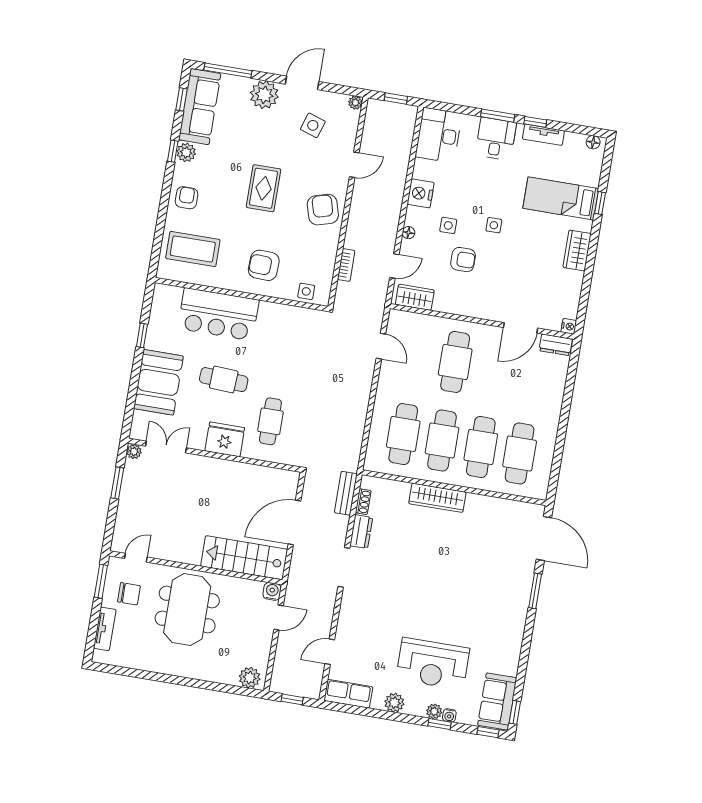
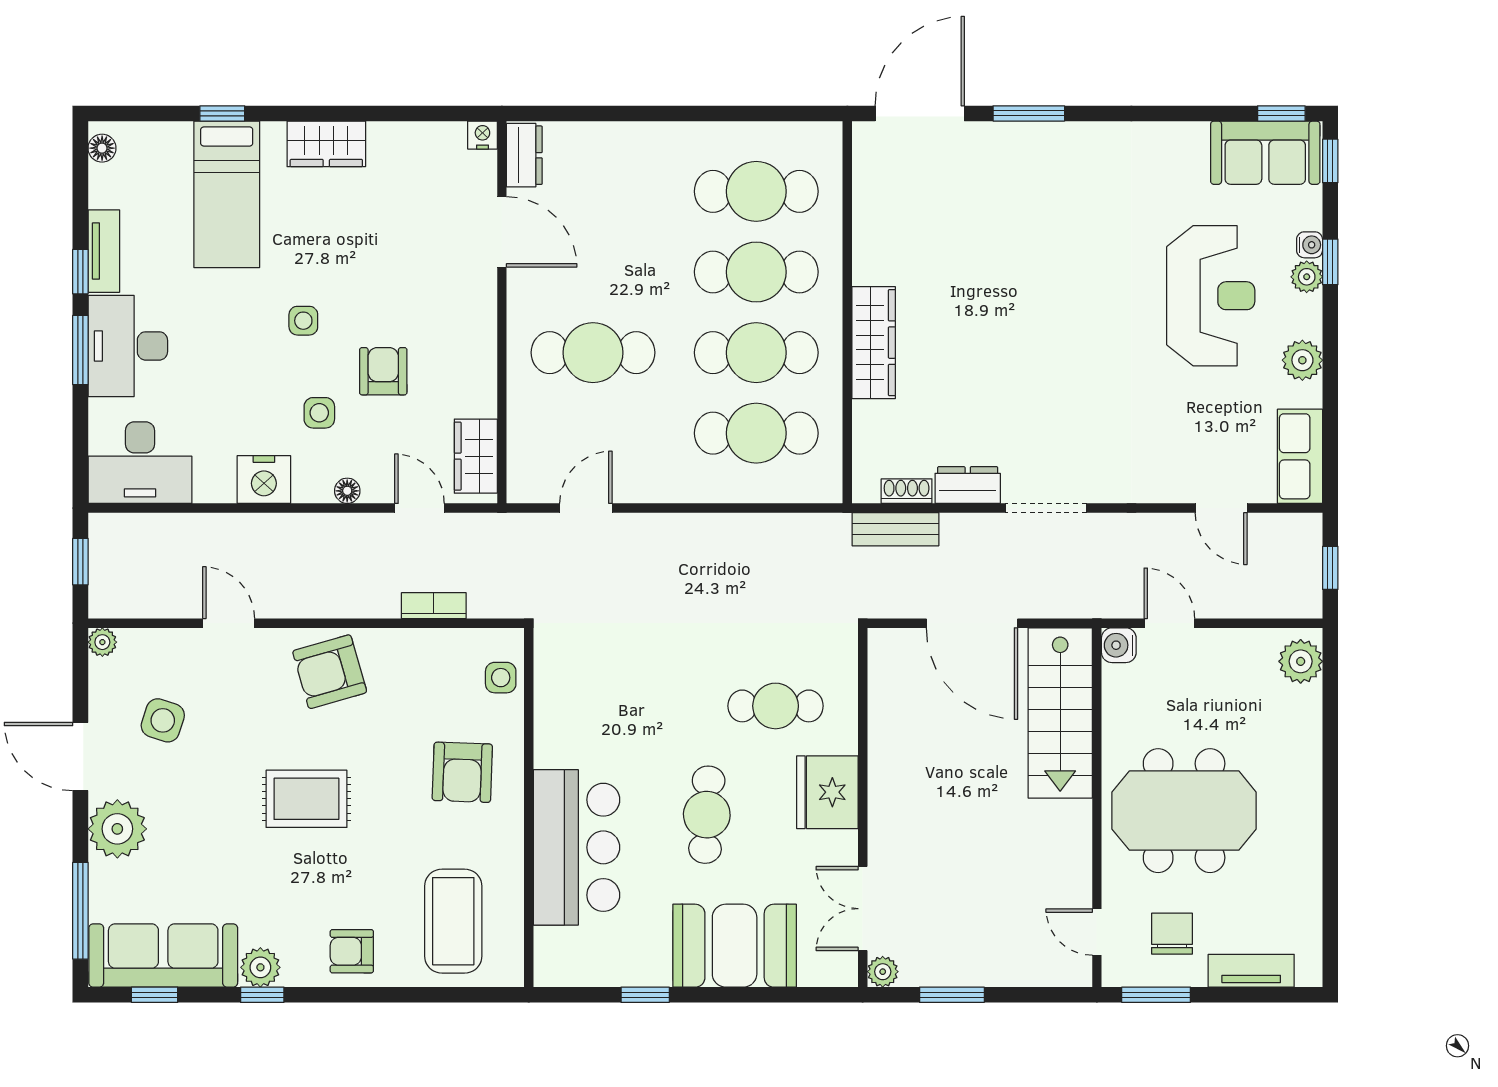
desk: (496, 139) -> (128, 346), width x1.37

